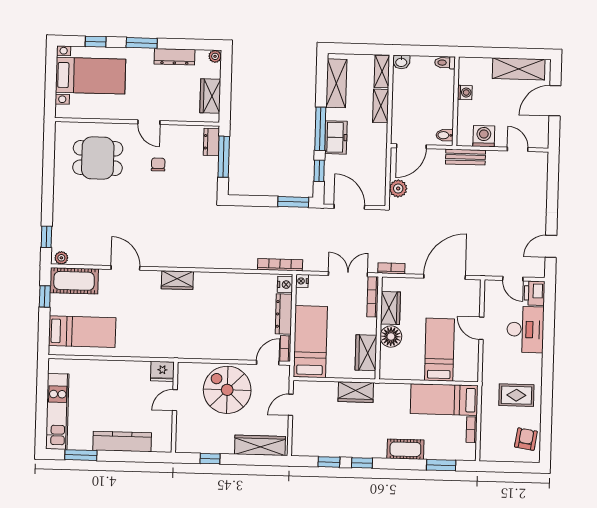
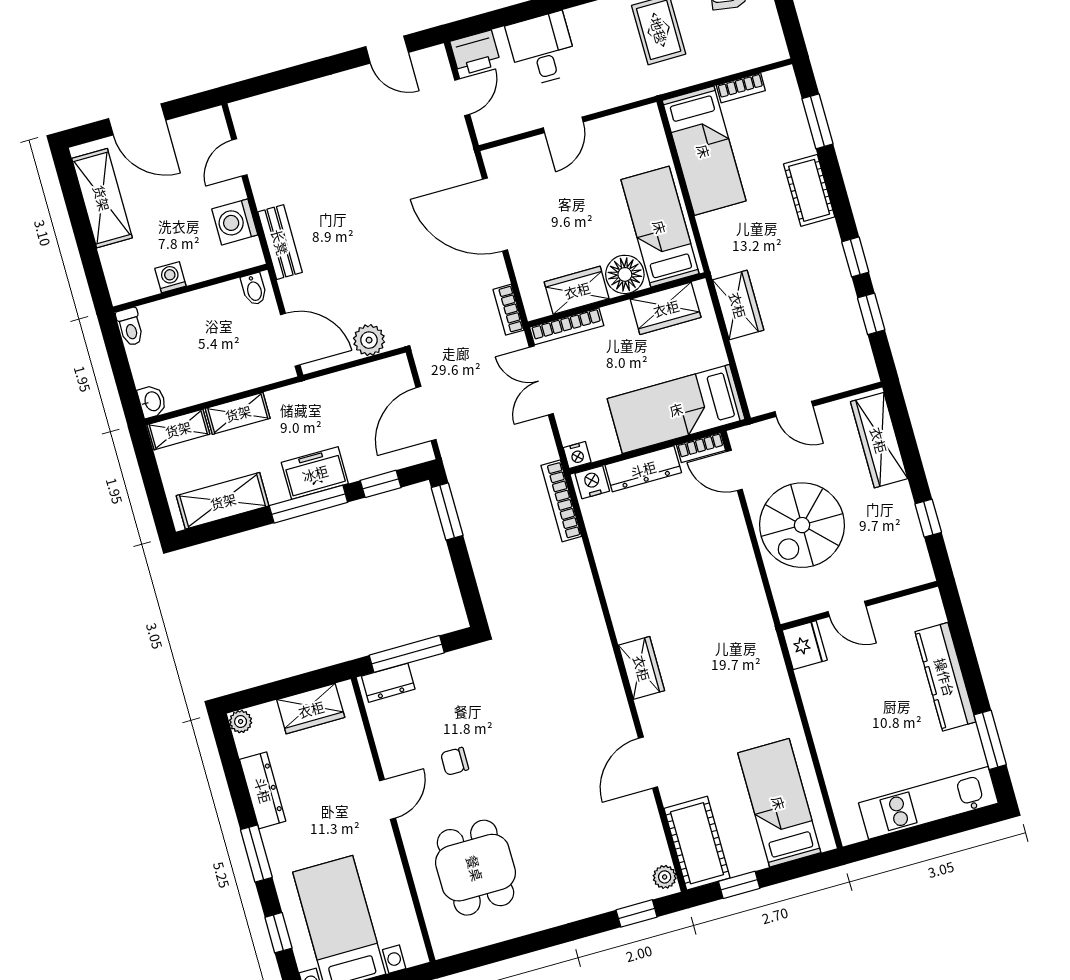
desk: (525, 329) -> (542, 49), width x0.73
bed: (439, 350) -> (660, 227), moved, turned 90

